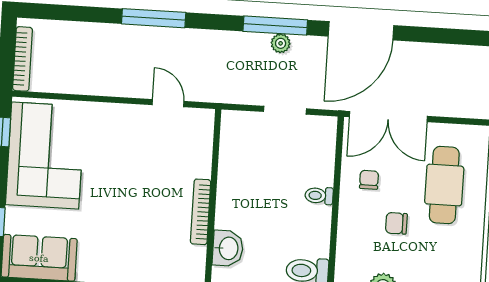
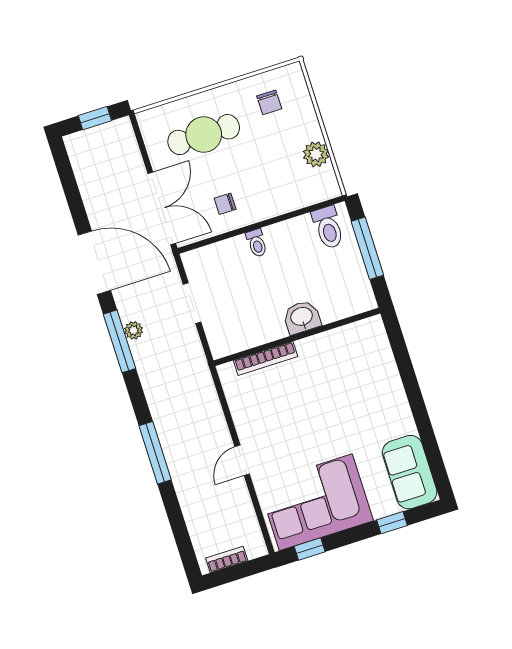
bookcase: (23, 59) -> (227, 559), width x0.64
door: (168, 103) -> (242, 460), moved
bookcase: (201, 212) -> (266, 358), moved
chair: (396, 223) -> (269, 102), moved
washbasin: (228, 248) -> (302, 317), moved

